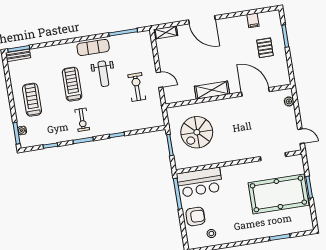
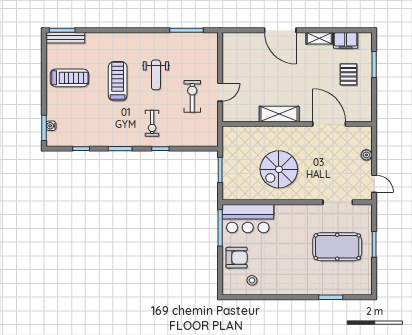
filing cabinet: (253, 20) -> (346, 40), width x2.00
shelving: (166, 32) -> (319, 38), moved
exercise mat: (93, 47) -> (149, 42), removed
bench: (18, 55) -> (65, 38), width x1.36
door: (160, 80) -> (220, 92), hinge flipped
treadmill: (32, 100) -> (69, 78), moved, turned 90
plant: (289, 101) -> (366, 155), moved
exercise bike: (82, 120) -> (152, 123), moved
spiral stairs: (197, 132) -> (279, 169), moved
pool table: (278, 194) -> (337, 247), width x0.73, depth x0.76

